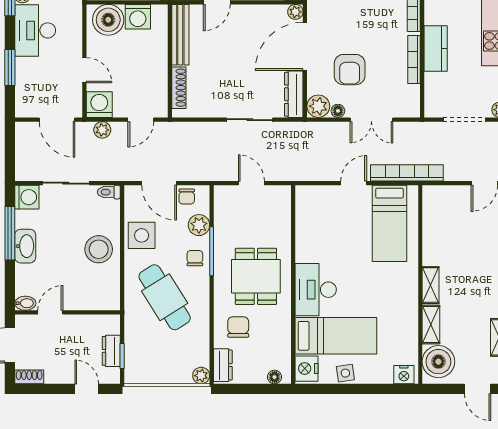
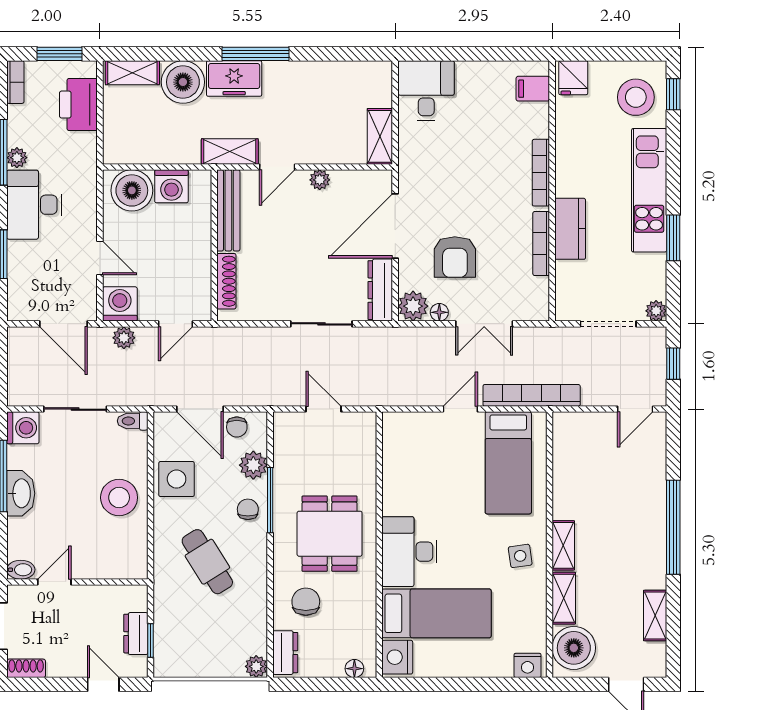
plant: (295, 12) -> (320, 180), moved
cafe table: (165, 297) -> (207, 562), width x0.73, depth x0.74
side table: (345, 373) -> (520, 556), moved

